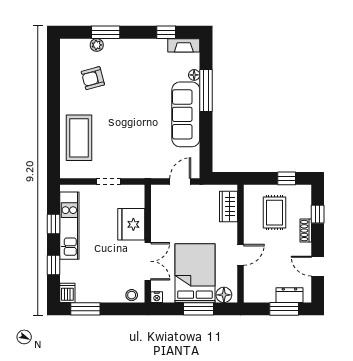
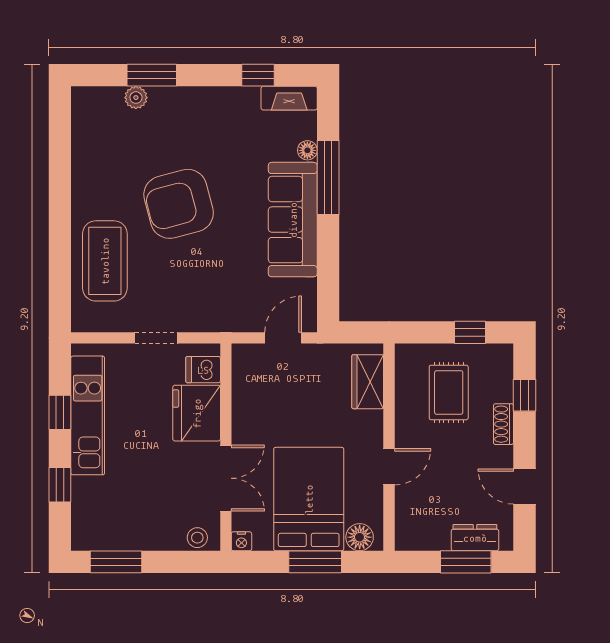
armchair: (93, 78) -> (179, 204), moved, width x1.88, depth x1.88
dishwasher: (67, 293) -> (203, 370), moved, turned -90

